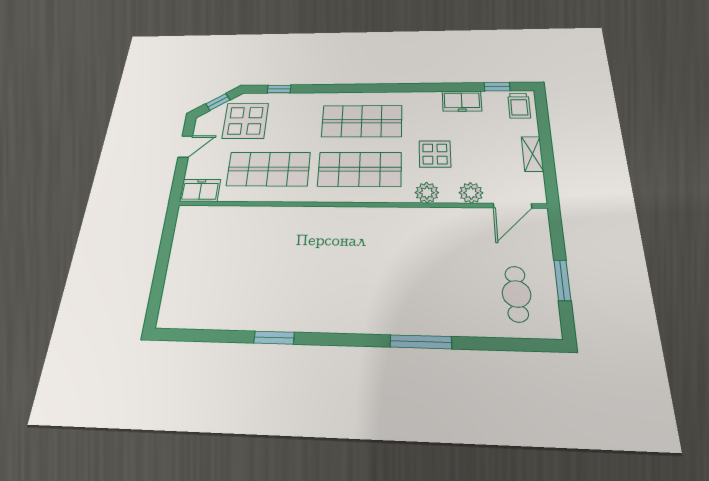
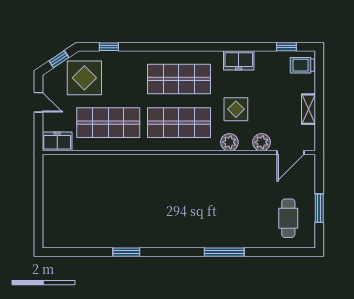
freezer: (462, 101) -> (239, 60), moved
trolley: (519, 106) -> (302, 65), turned 90
door: (185, 147) -> (39, 102), hinge flipped

